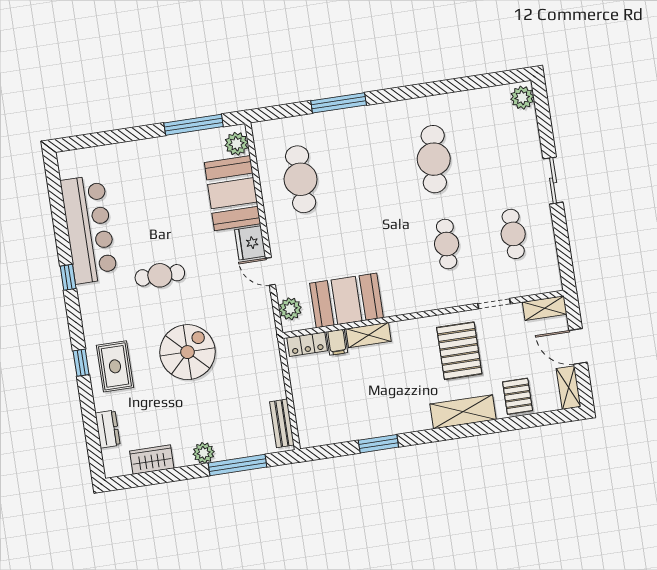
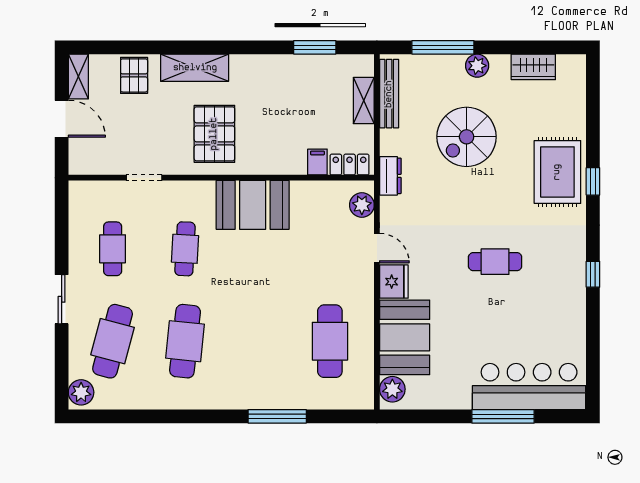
window: (194, 125) -> (503, 416), moved
cafe table: (500, 149) -> (113, 341), added
bar counter: (89, 229) -> (529, 386), moved, turned 90
booth: (347, 300) -> (253, 205), moved
shelving: (545, 308) -> (91, 165), removed
shelving: (368, 335) -> (364, 101), moved, turned 90
pallet: (459, 351) -> (214, 134), moved
spiral stairs: (188, 352) -> (467, 137), moved
rug: (115, 366) -> (557, 172), width x1.36, depth x1.43
bench: (282, 423) -> (389, 94), width x1.36
dresser: (108, 429) -> (390, 176), moved, turned 180
window: (378, 444) -> (315, 47), moved

